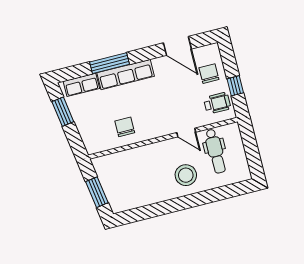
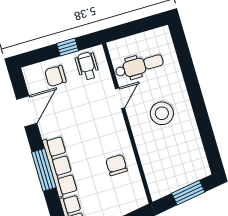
window: (110, 63) -> (44, 170), moved
chair: (125, 127) -> (116, 165), turned 90
stool: (186, 175) -> (162, 113), moved

